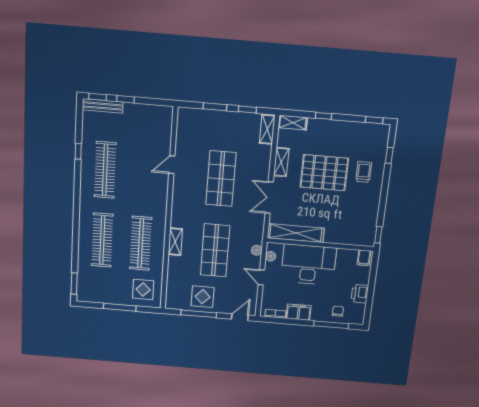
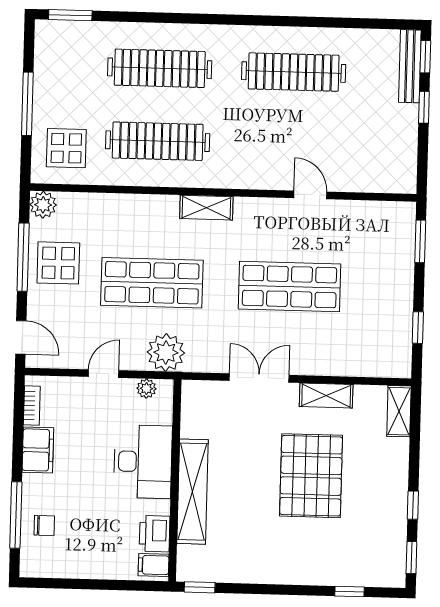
window: (215, 107) -> (420, 241), moved
window: (323, 116) -> (413, 505), moved
shelving: (267, 129) -> (384, 366), removed
window: (78, 151) -> (325, 22), removed
trolley: (364, 172) -> (316, 548), removed
shelving: (296, 233) -> (193, 492), moved
shelving: (175, 242) -> (206, 208), moved
plant: (257, 250) -> (166, 353), width x1.88, depth x1.88
desk: (309, 265) -> (143, 462), width x0.73, depth x0.77
printer: (360, 294) -> (155, 534), moved, turned -90
plant: (172, 302) -> (43, 205), added

